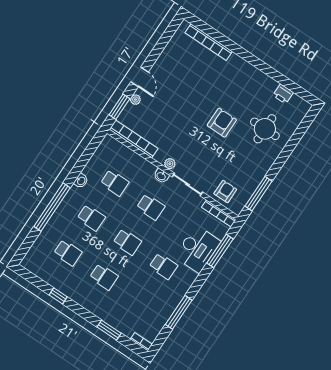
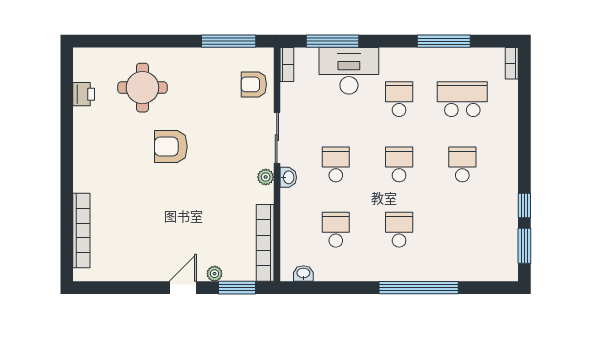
washbasin: (81, 181) -> (303, 273), moved
bookcase: (219, 213) -> (287, 65), width x0.64
school desk: (68, 253) -> (462, 99), moved, width x1.85
window: (109, 330) -> (524, 246), moved

